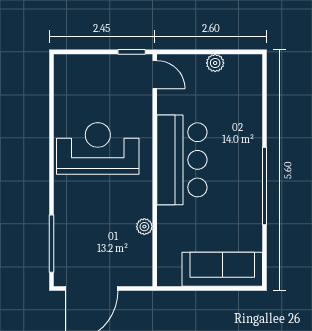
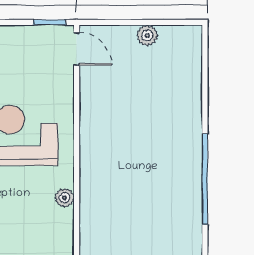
bar counter: (182, 160) -> (108, 149), removed
plant: (144, 227) -> (65, 198), moved

